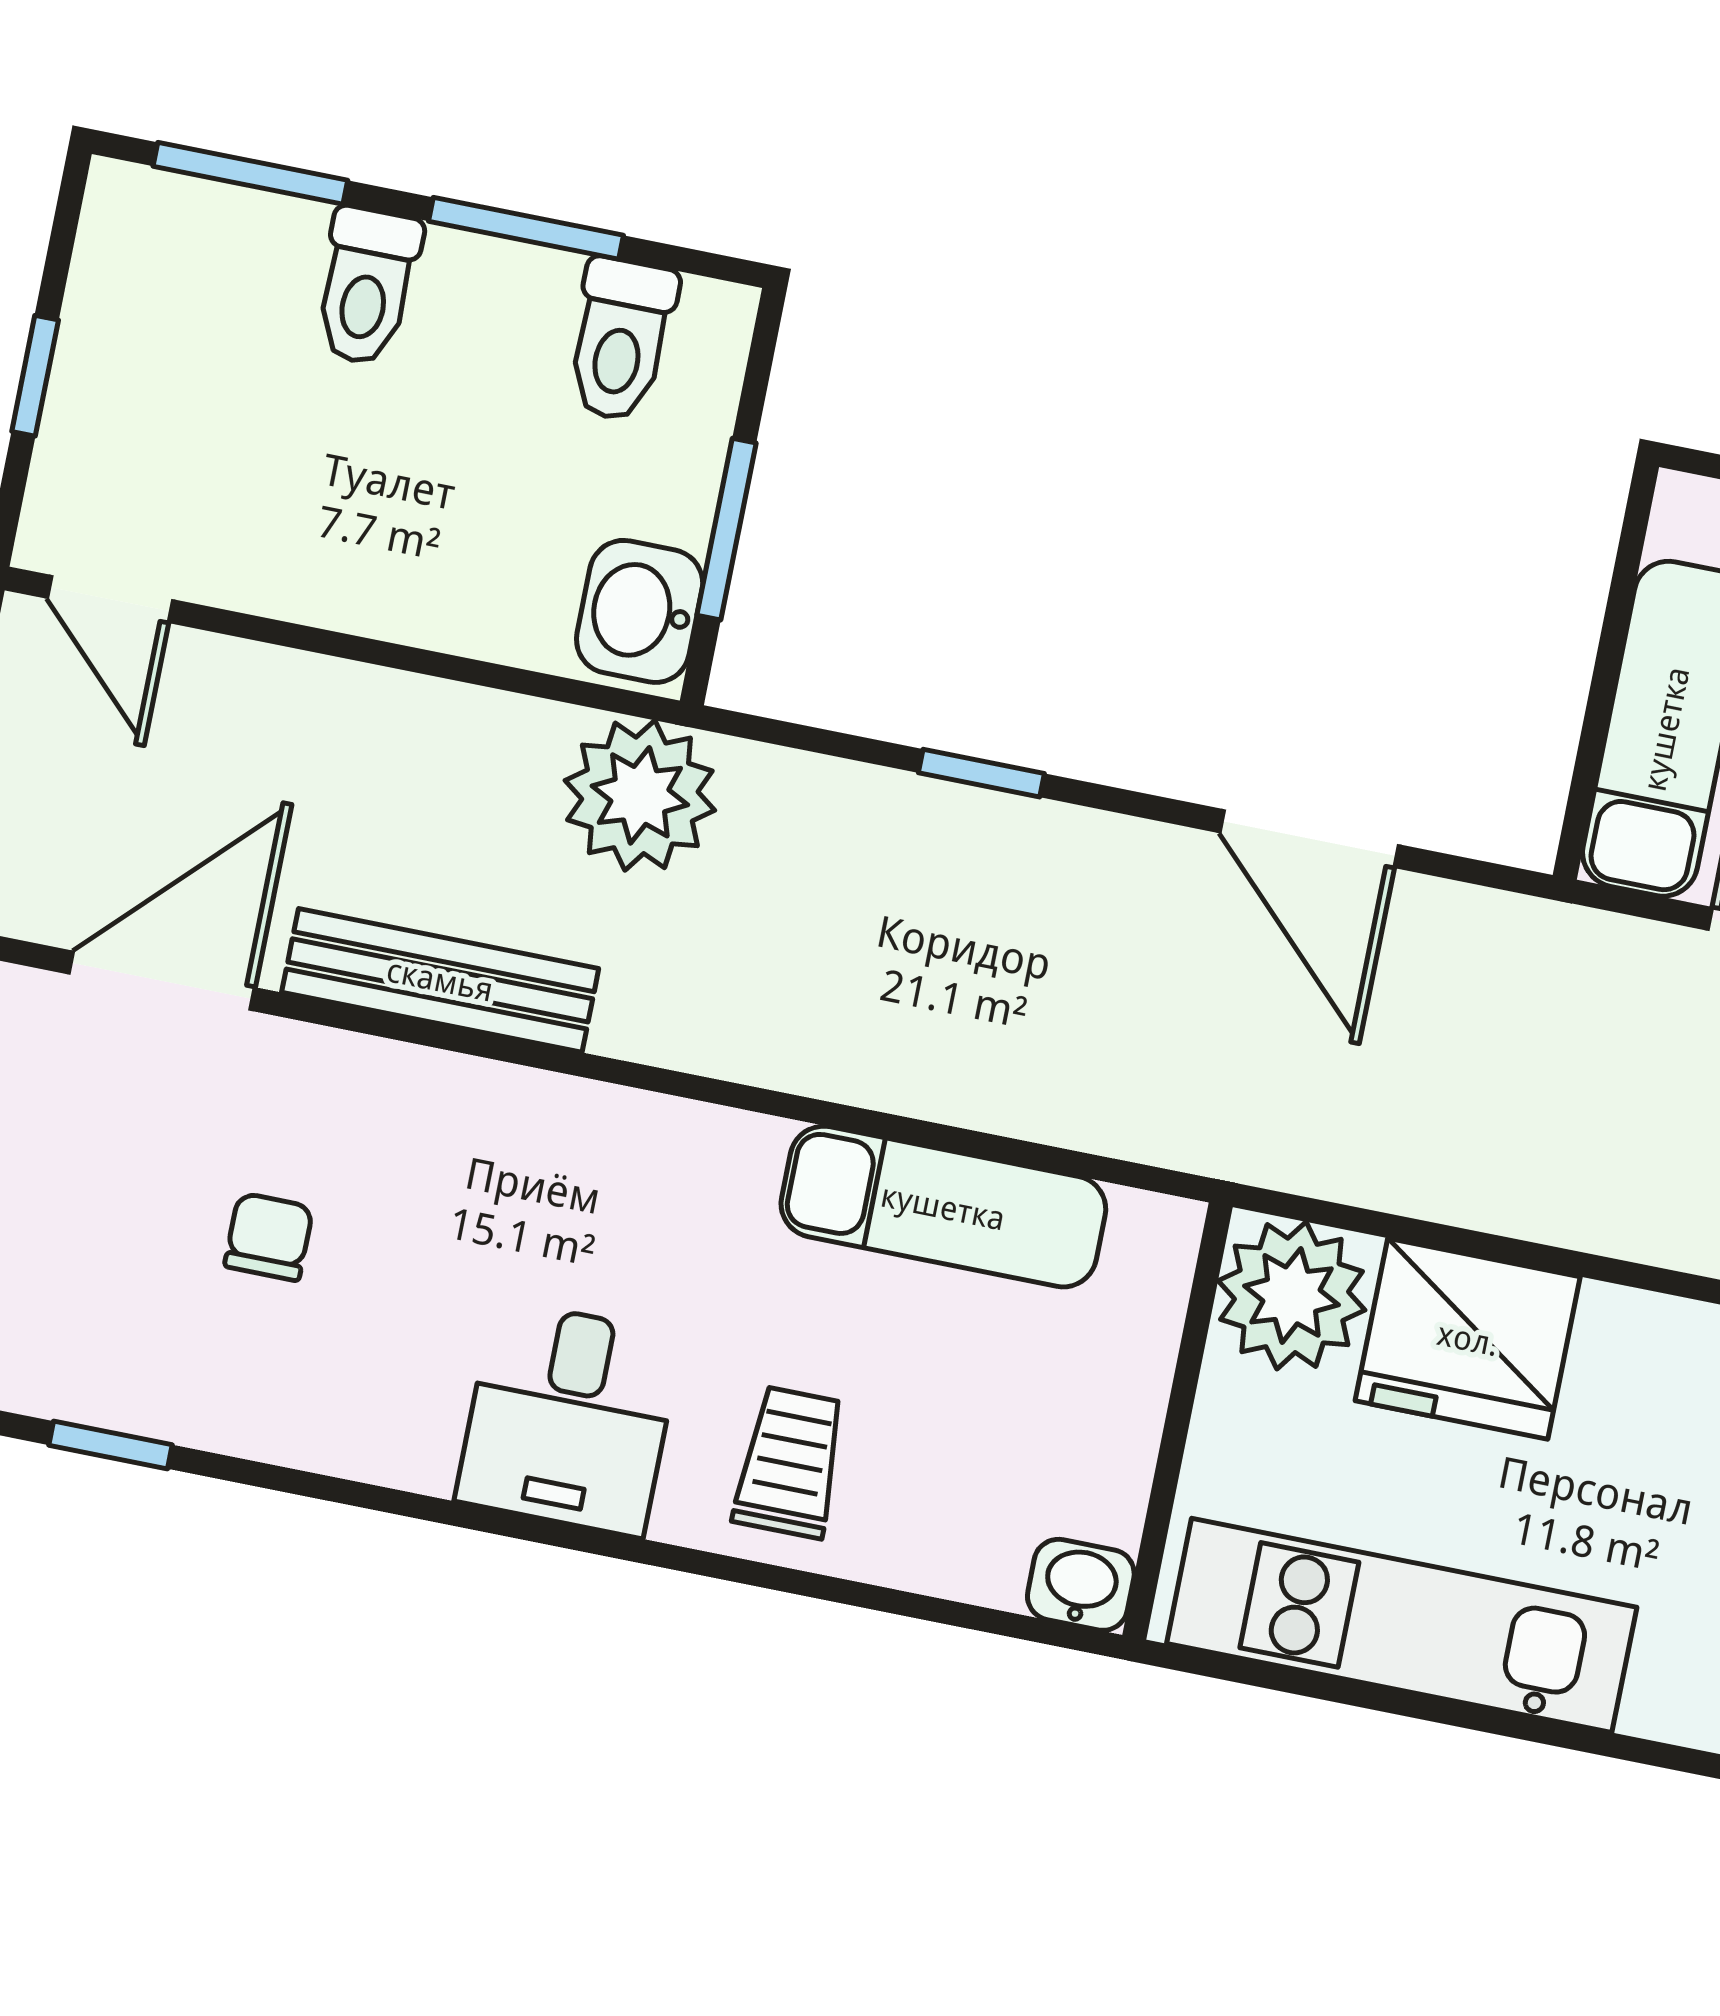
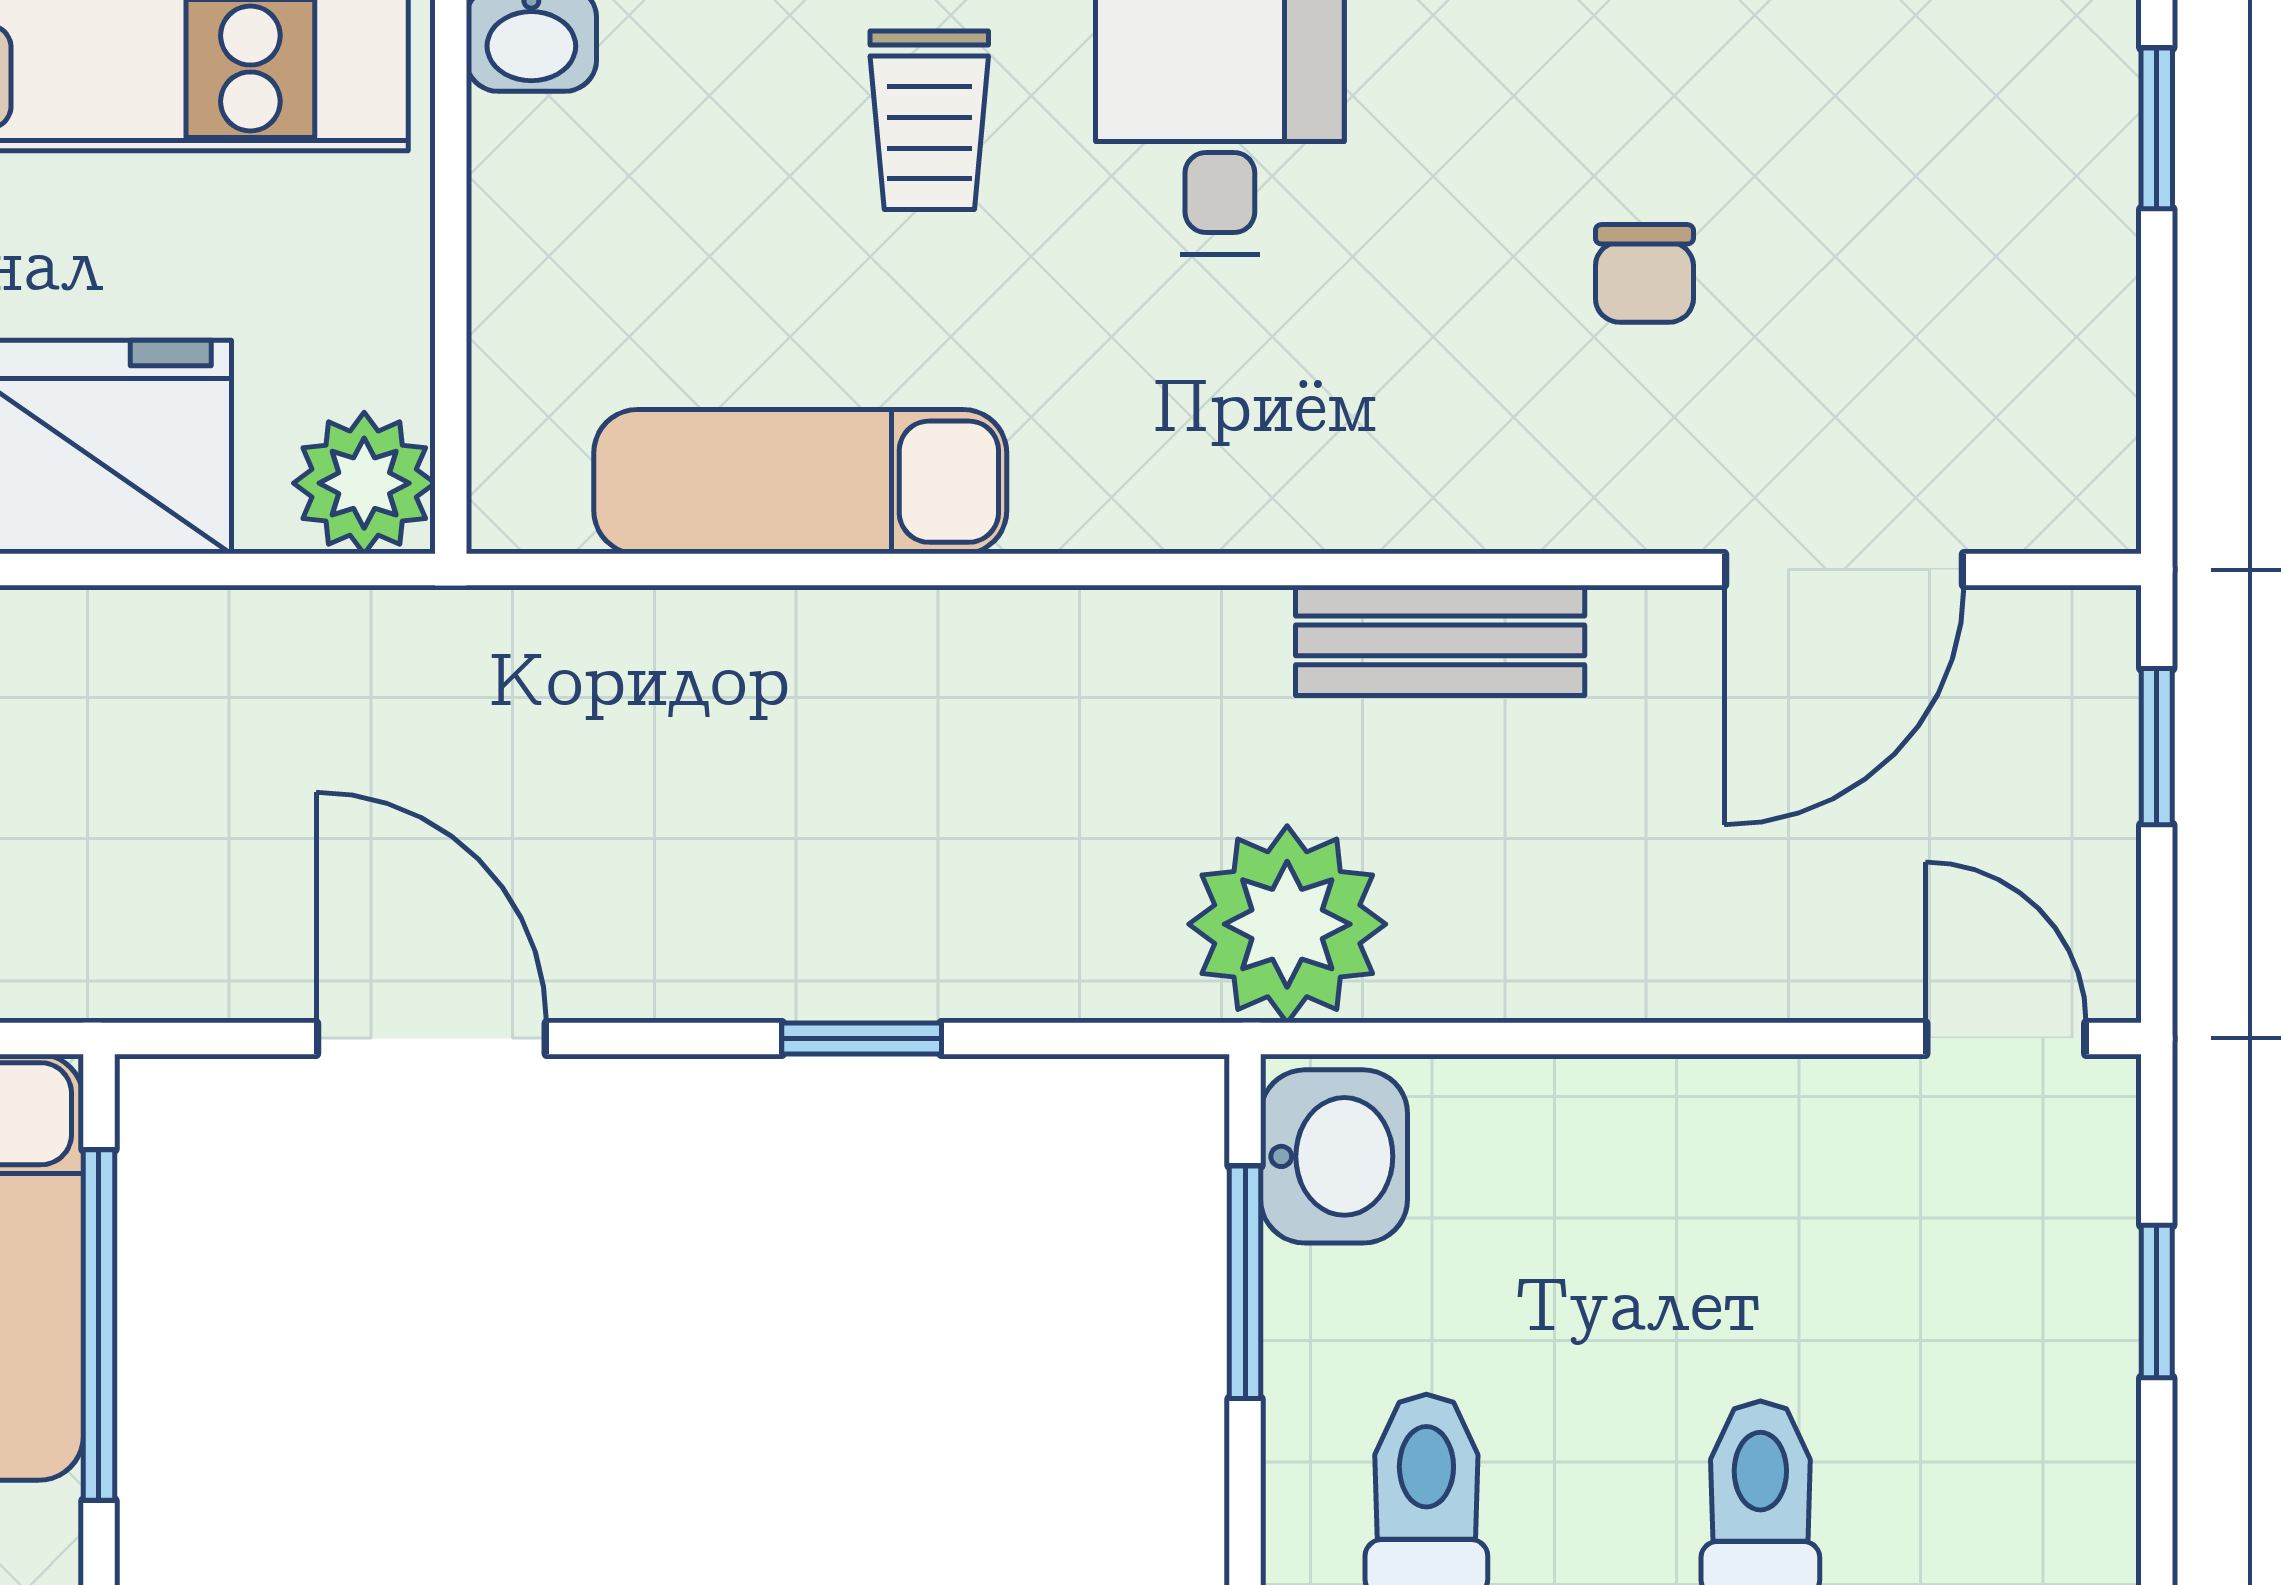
window: (1606, 671) -> (99, 1325), added
bench: (440, 980) -> (1440, 640), width x0.73
plant: (1292, 1295) -> (364, 483), width x0.73, depth x0.73

